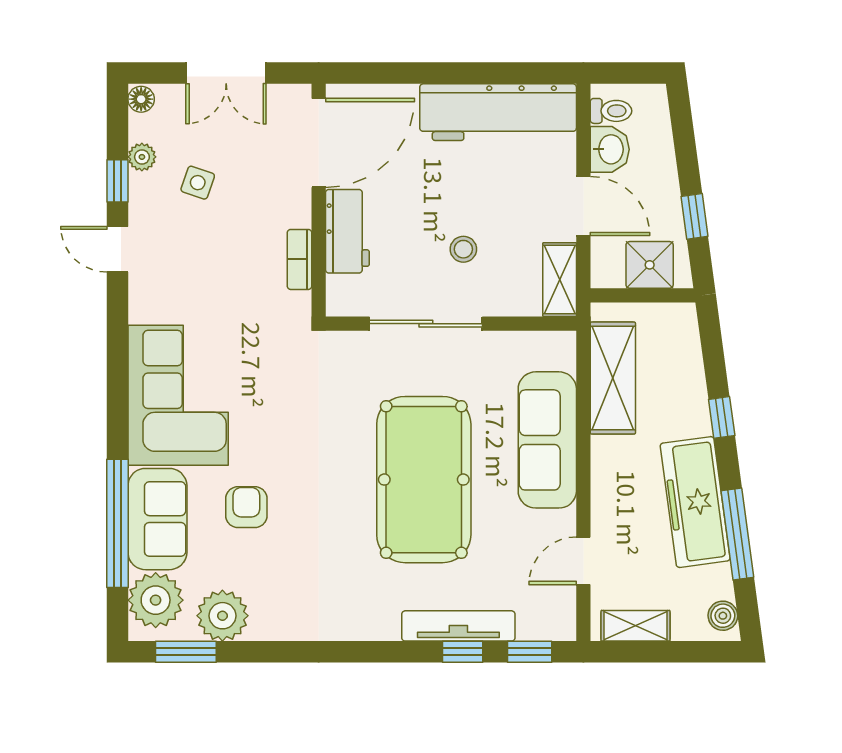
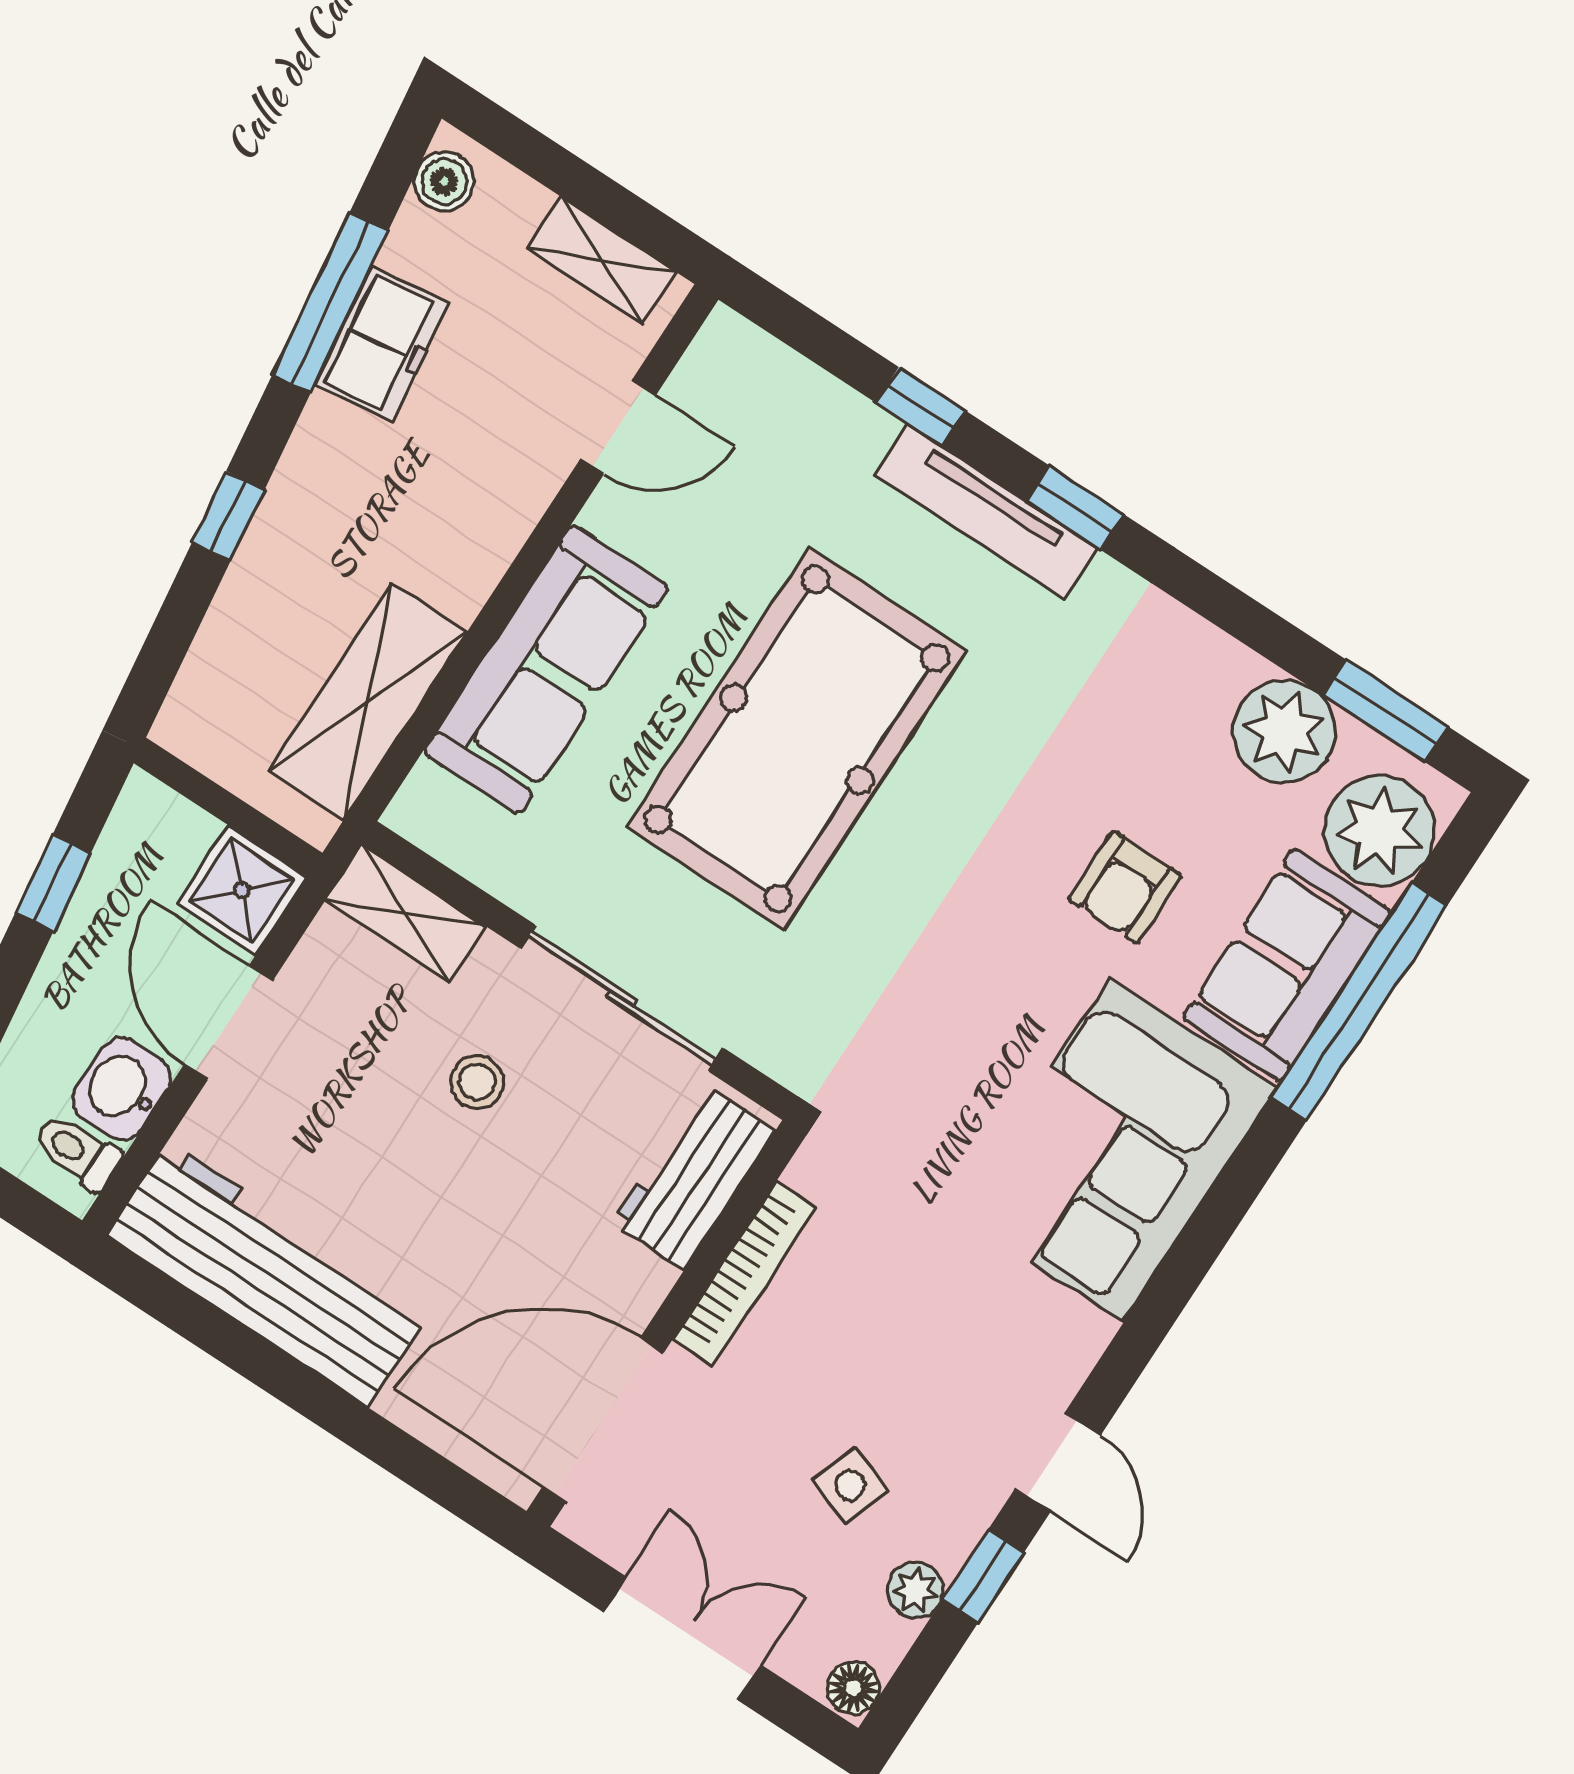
workbench: (347, 231) -> (693, 1176), moved
bookcase: (300, 259) -> (745, 1273), width x1.56
shower: (650, 265) -> (242, 890), moved
shelving: (560, 280) -> (405, 913), moved, turned 90
freezer: (695, 502) -> (382, 344), width x0.52, depth x0.79
tv unit: (458, 626) -> (986, 512), moved
window: (530, 652) -> (1075, 507), moved

